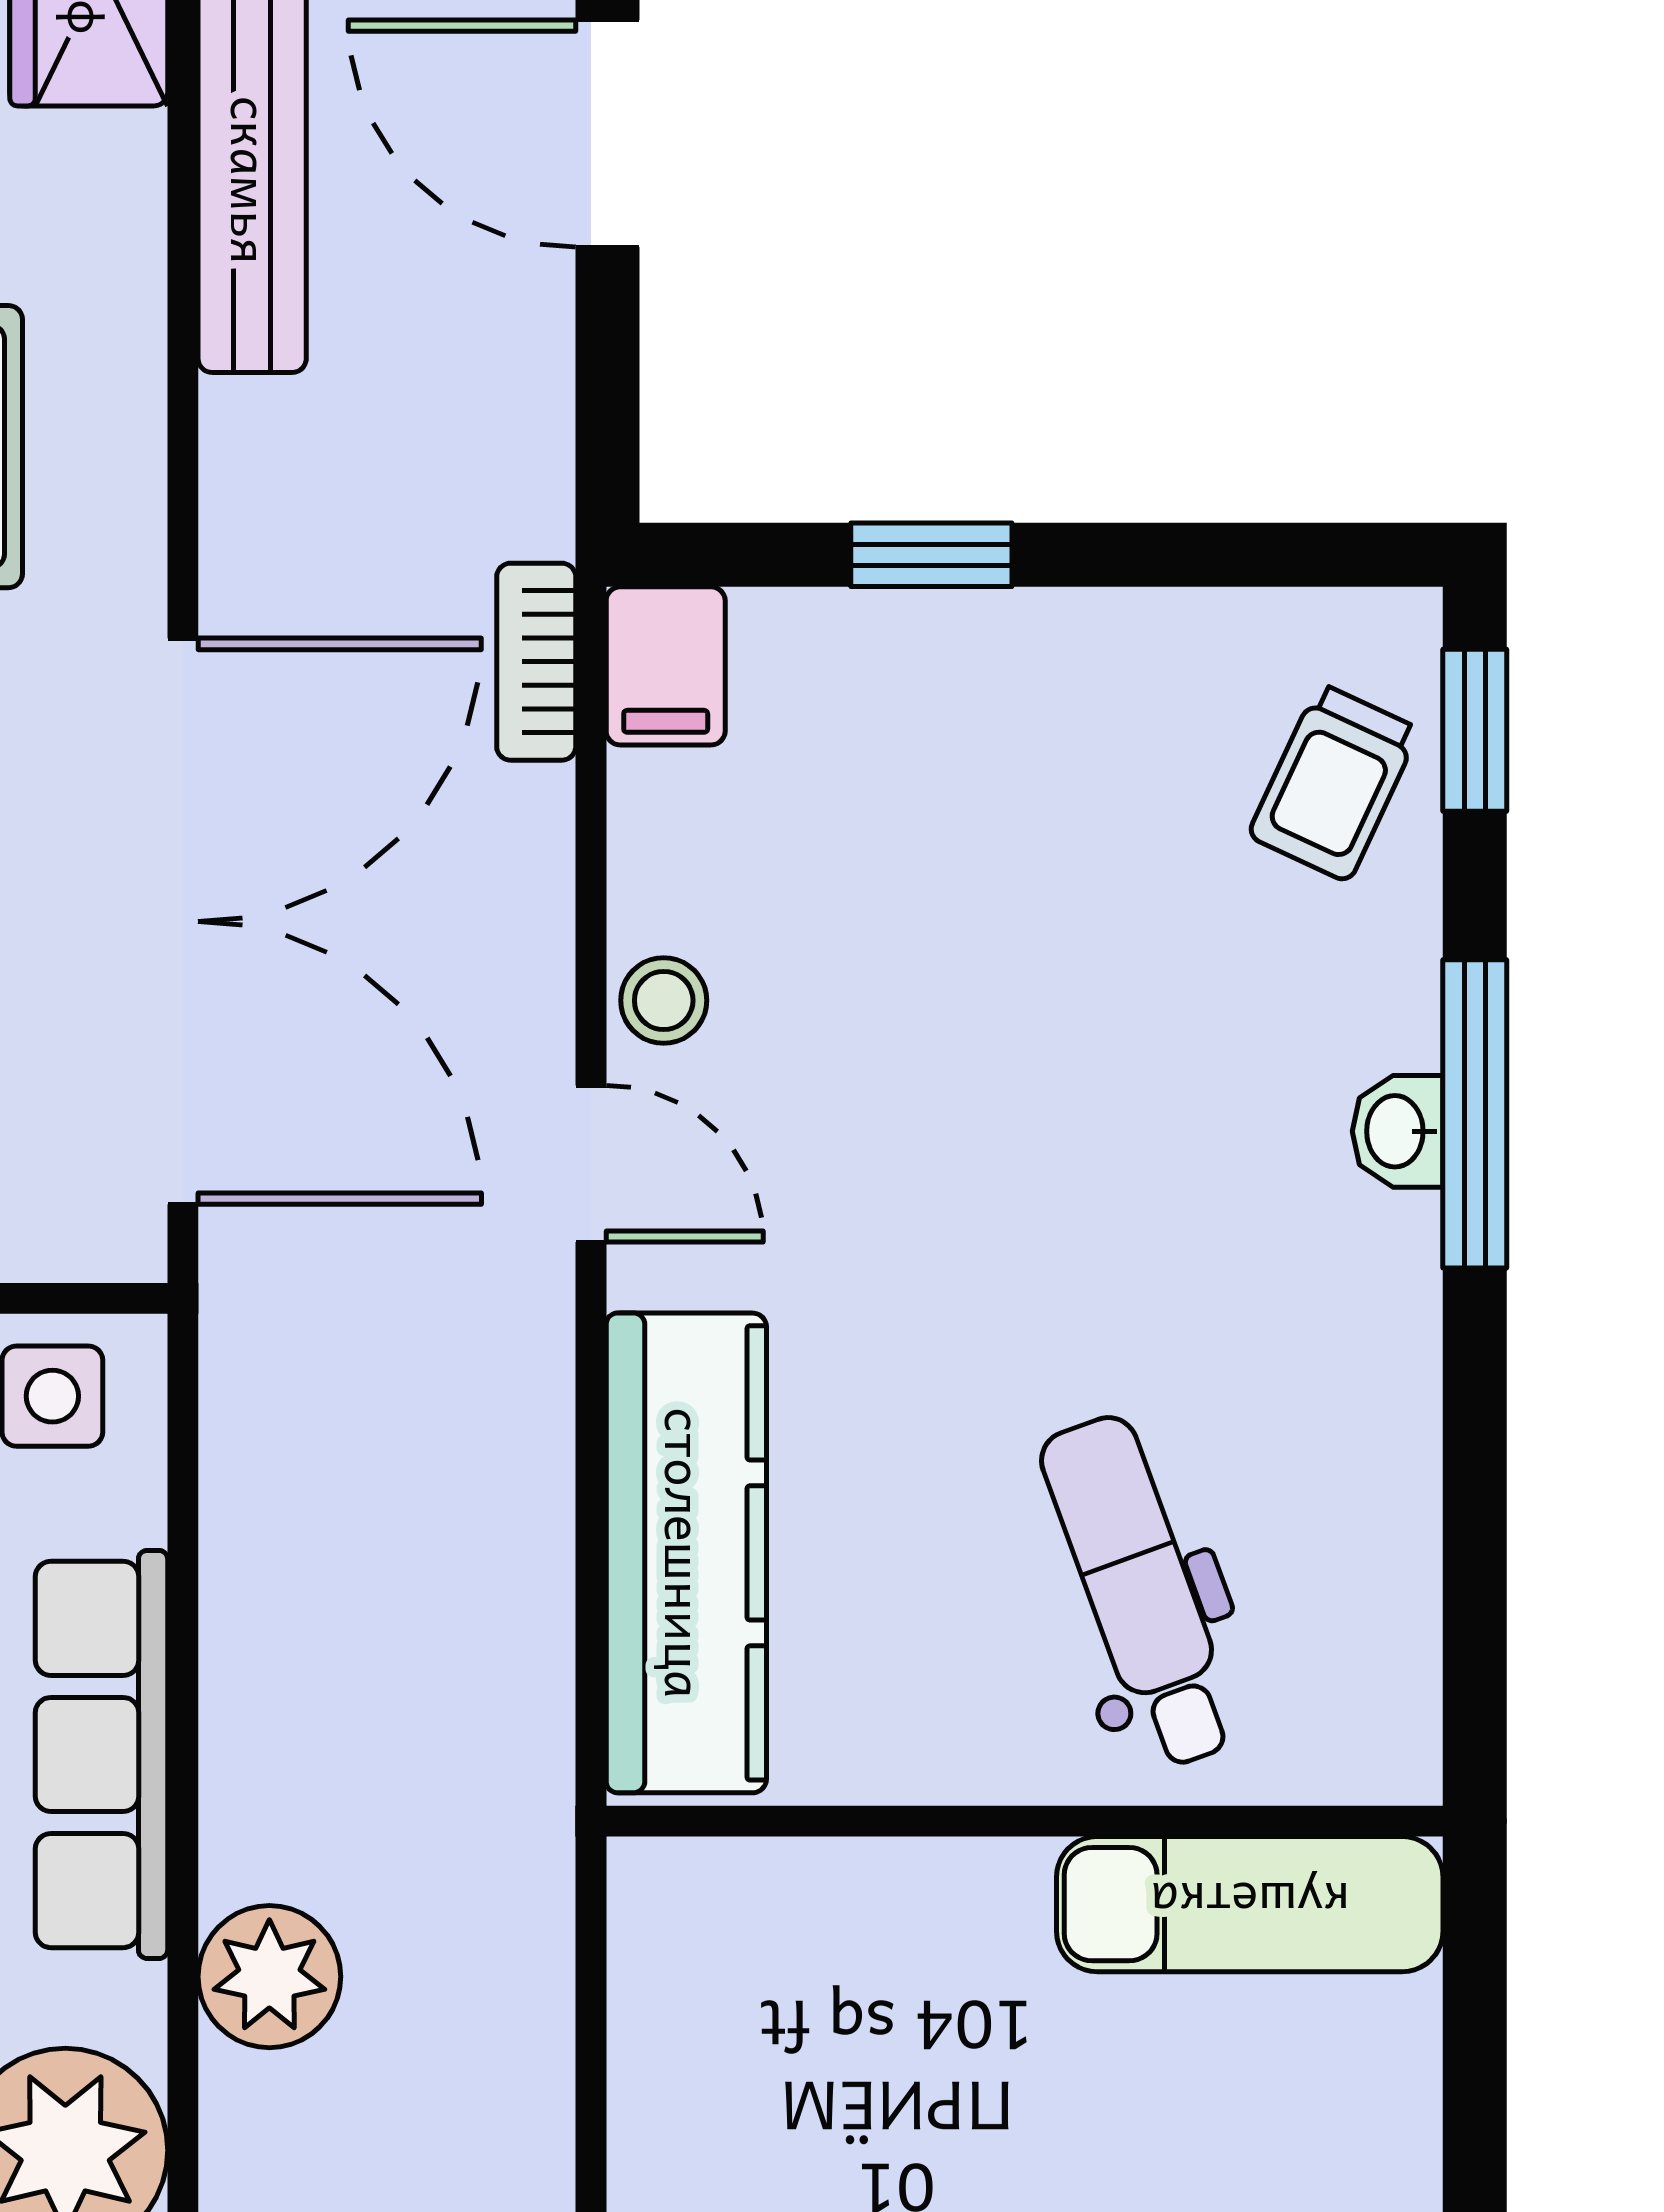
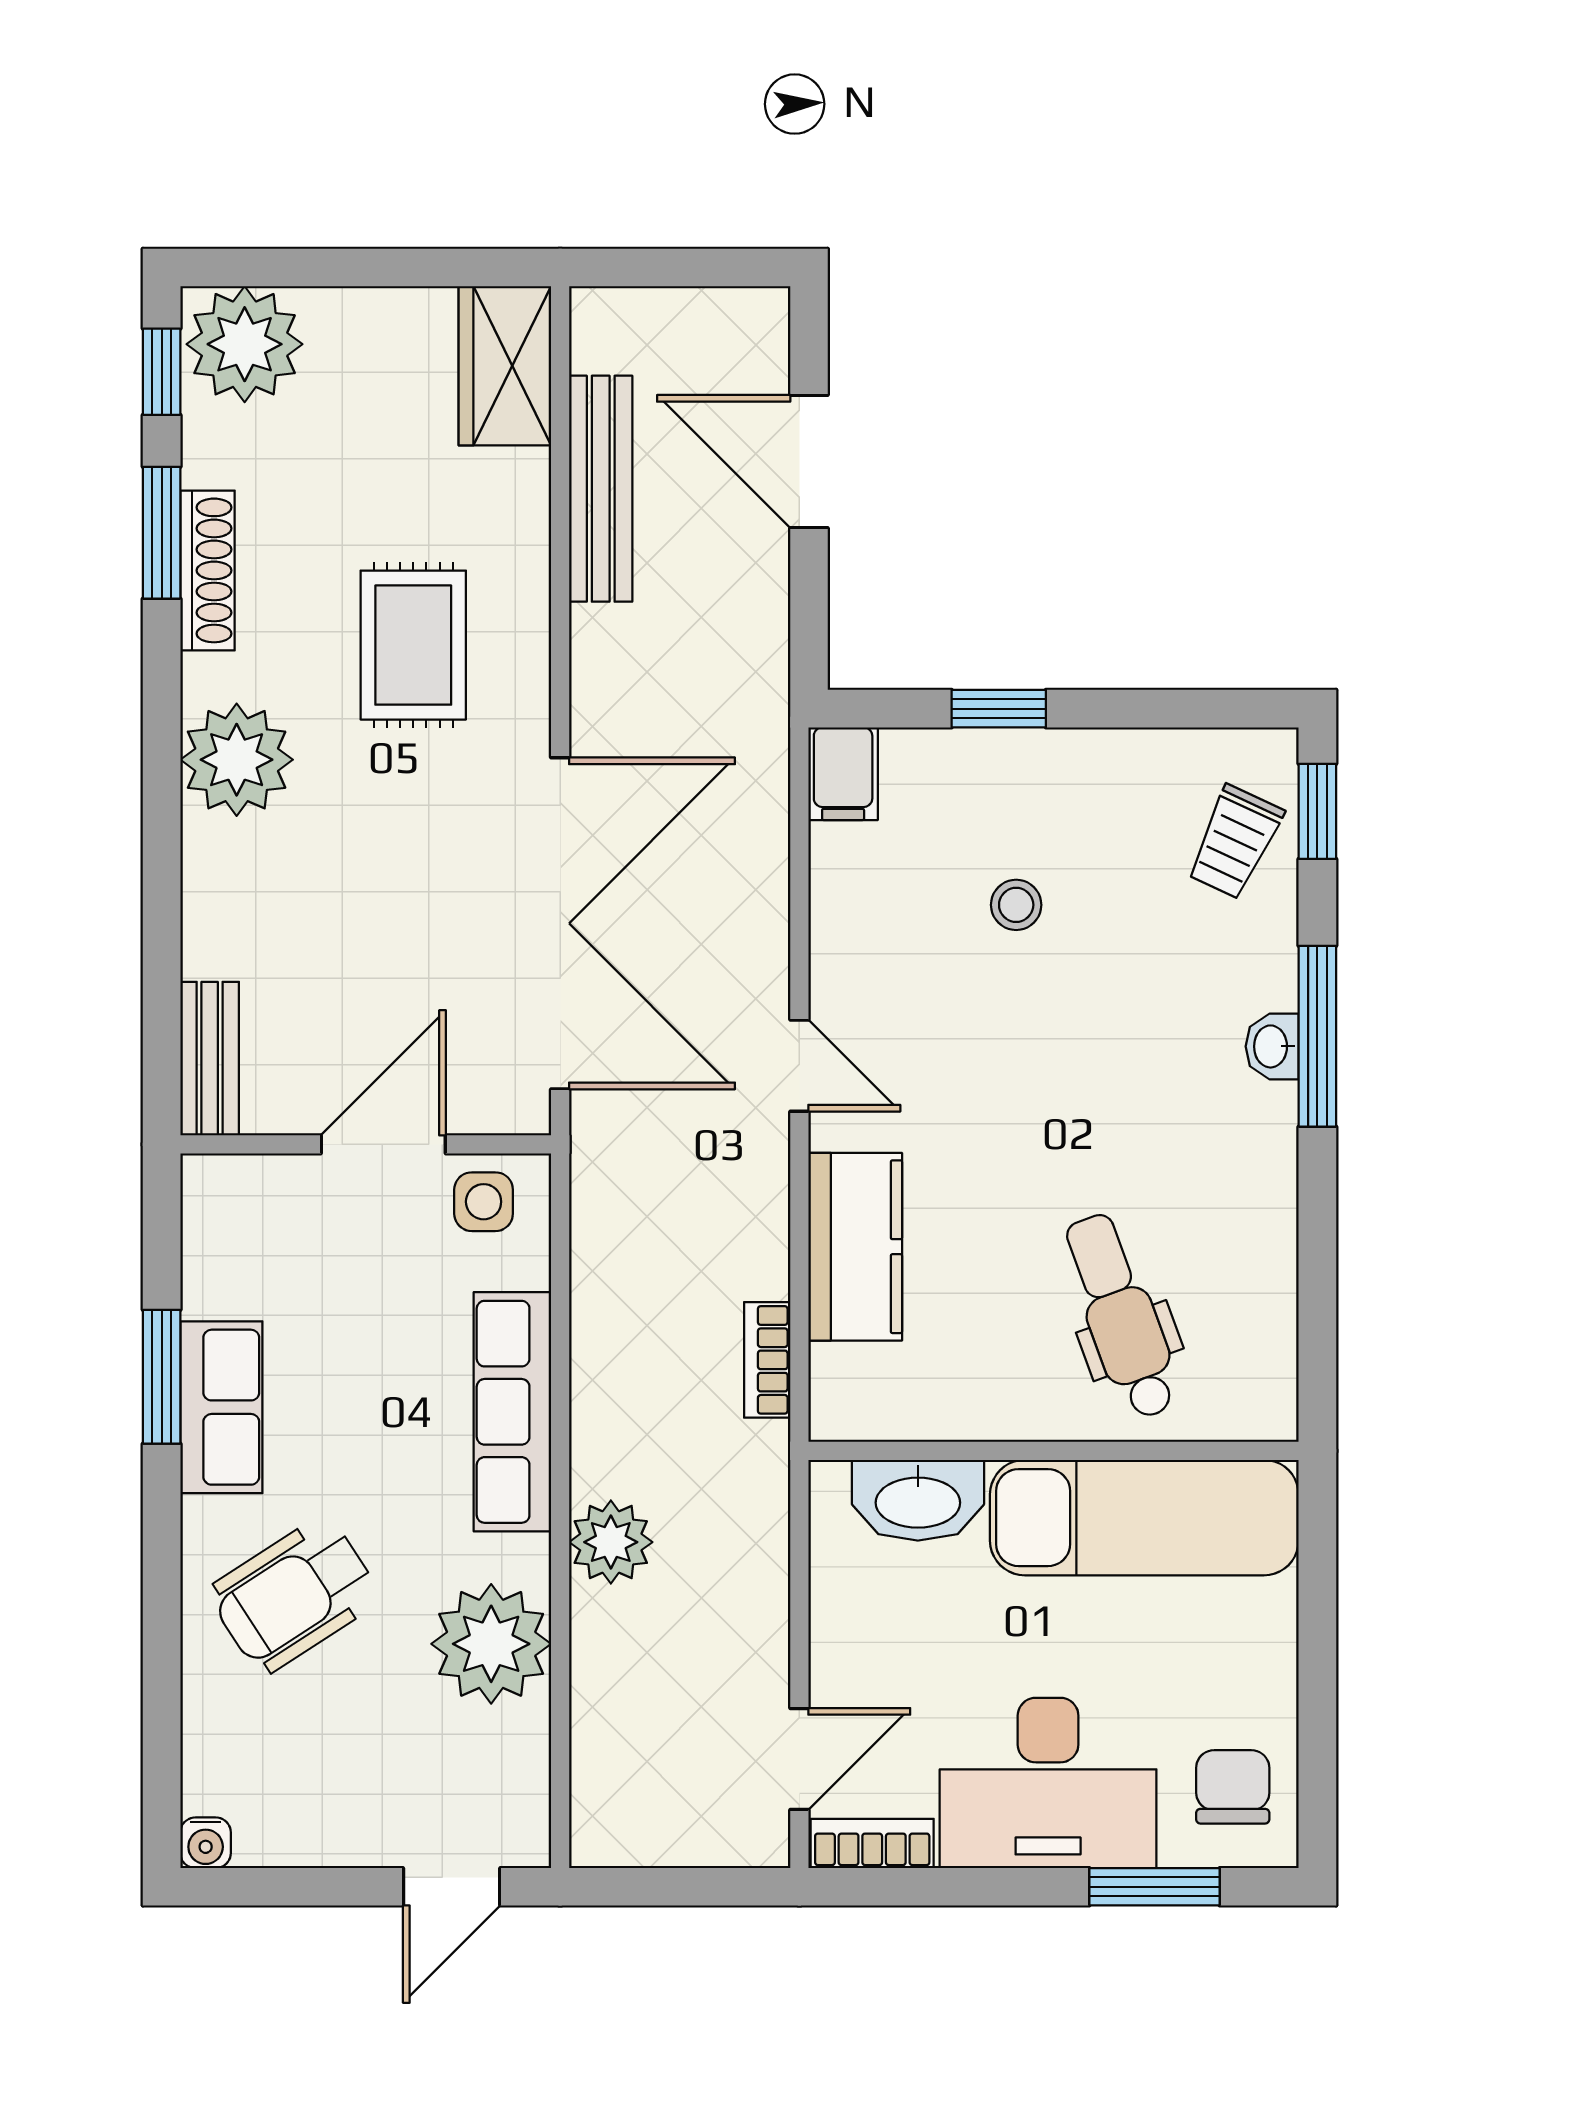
bookcase: (536, 662) -> (767, 1360), moved
stool: (664, 1000) -> (1016, 905), moved
kitchen counter: (686, 1553) -> (855, 1247), width x0.67
exam couch: (1250, 1904) -> (1144, 1518), width x1.36, depth x1.45
washbasin: (793, 1905) -> (918, 1500), added

